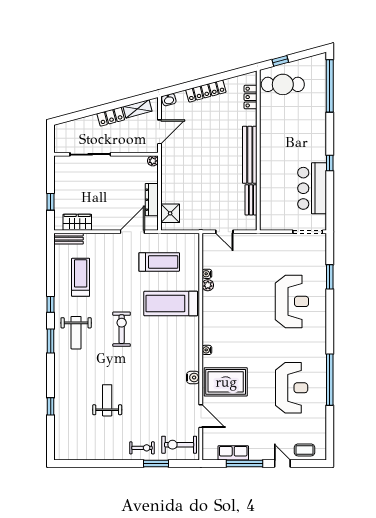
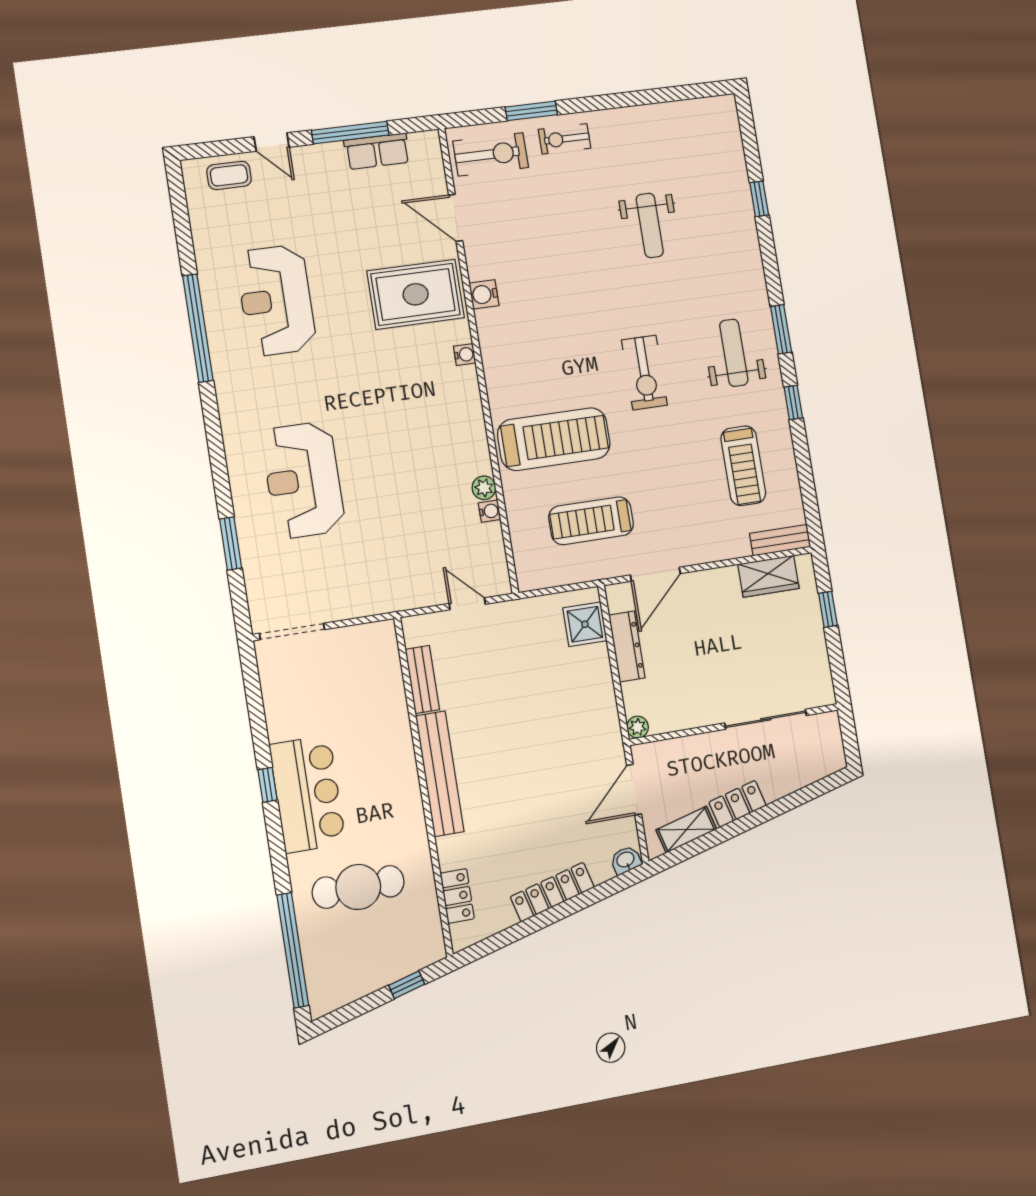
cafe table: (283, 84) -> (358, 887), moved
bar counter: (312, 188) -> (308, 794), moved

